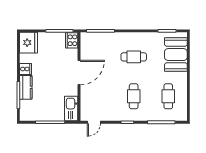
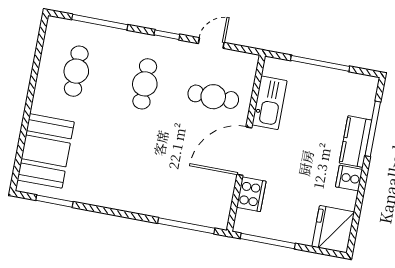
cooker: (72, 40) -> (251, 194), moved
cafe table: (134, 57) -> (213, 97), moved
kitchen sink: (71, 109) -> (270, 103), moved
door: (94, 122) -> (211, 43), moved

